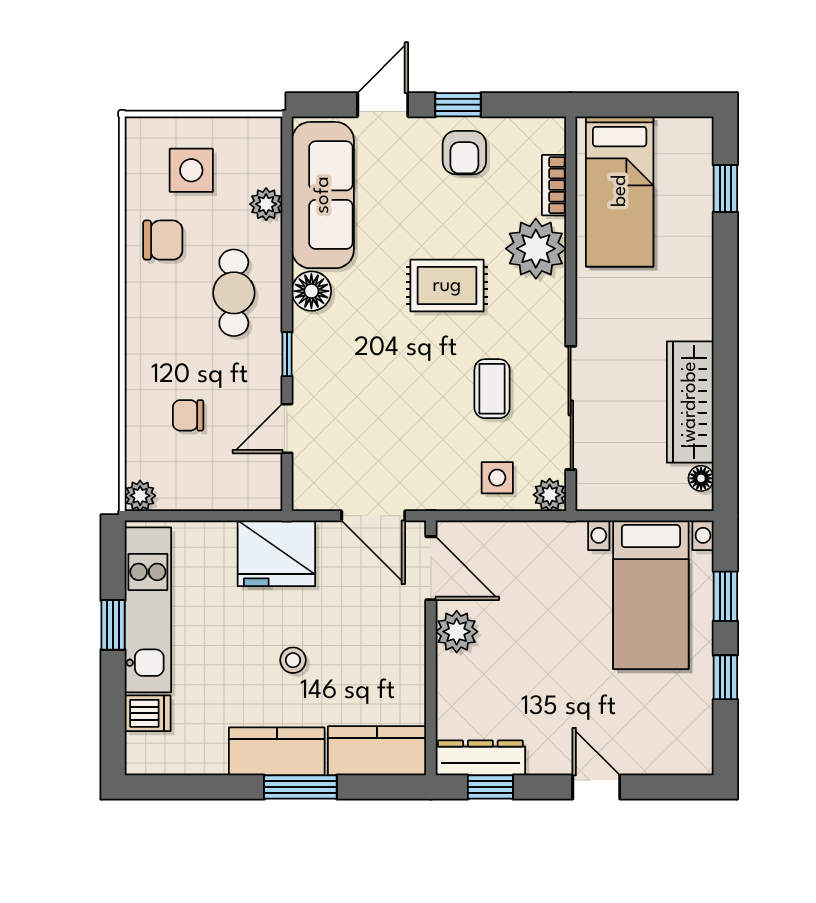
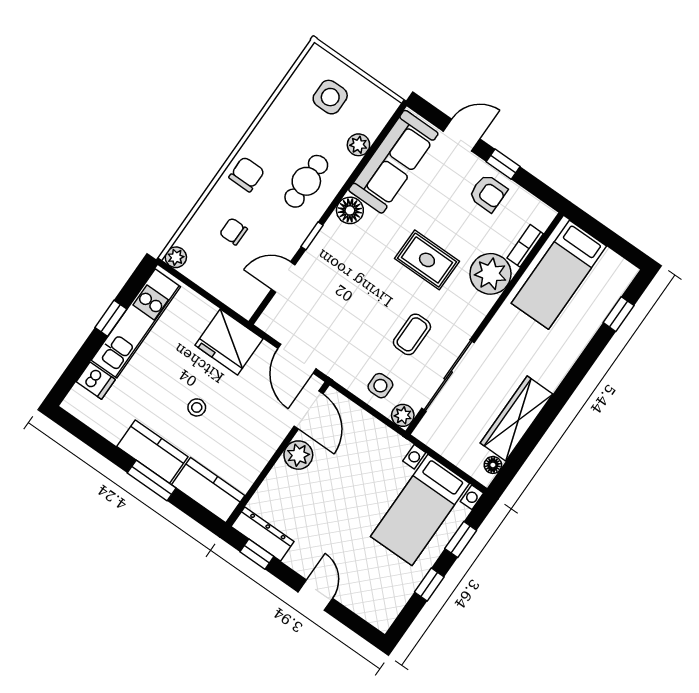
armchair: (464, 153) -> (488, 193), turned -90
chair: (163, 240) -> (247, 174), moved, turned -90

